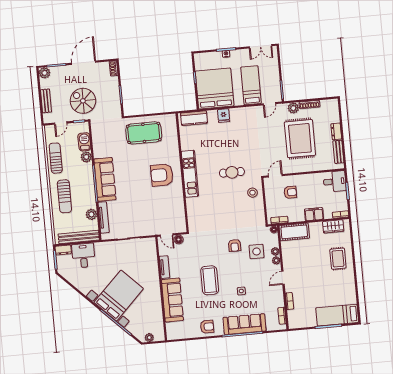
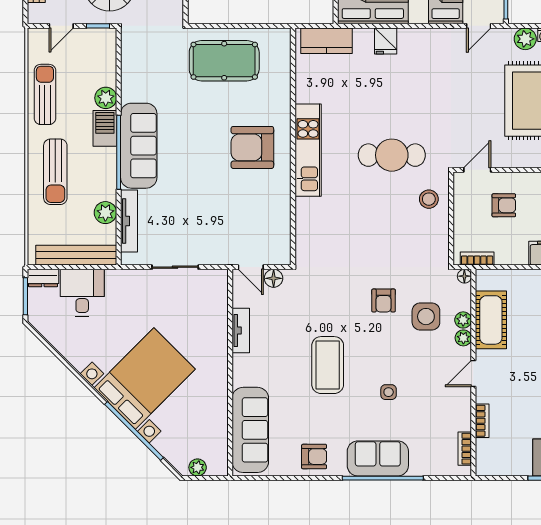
barbecue: (84, 142) -> (105, 128), moved
cafe table: (232, 172) -> (392, 155), width x1.37, depth x1.35
cot: (294, 232) -> (491, 320), moved, turned 90
sofa: (172, 300) -> (250, 430), moved
sofa: (245, 324) -> (378, 458), width x0.73

